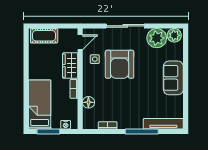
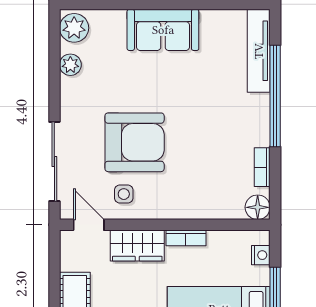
sliding door: (125, 26) -> (54, 161), moved
plant: (157, 38) -> (70, 65), width x0.53, depth x0.53
floor lamp: (88, 102) -> (258, 207), moved
window: (142, 132) -> (275, 96), width x1.46

